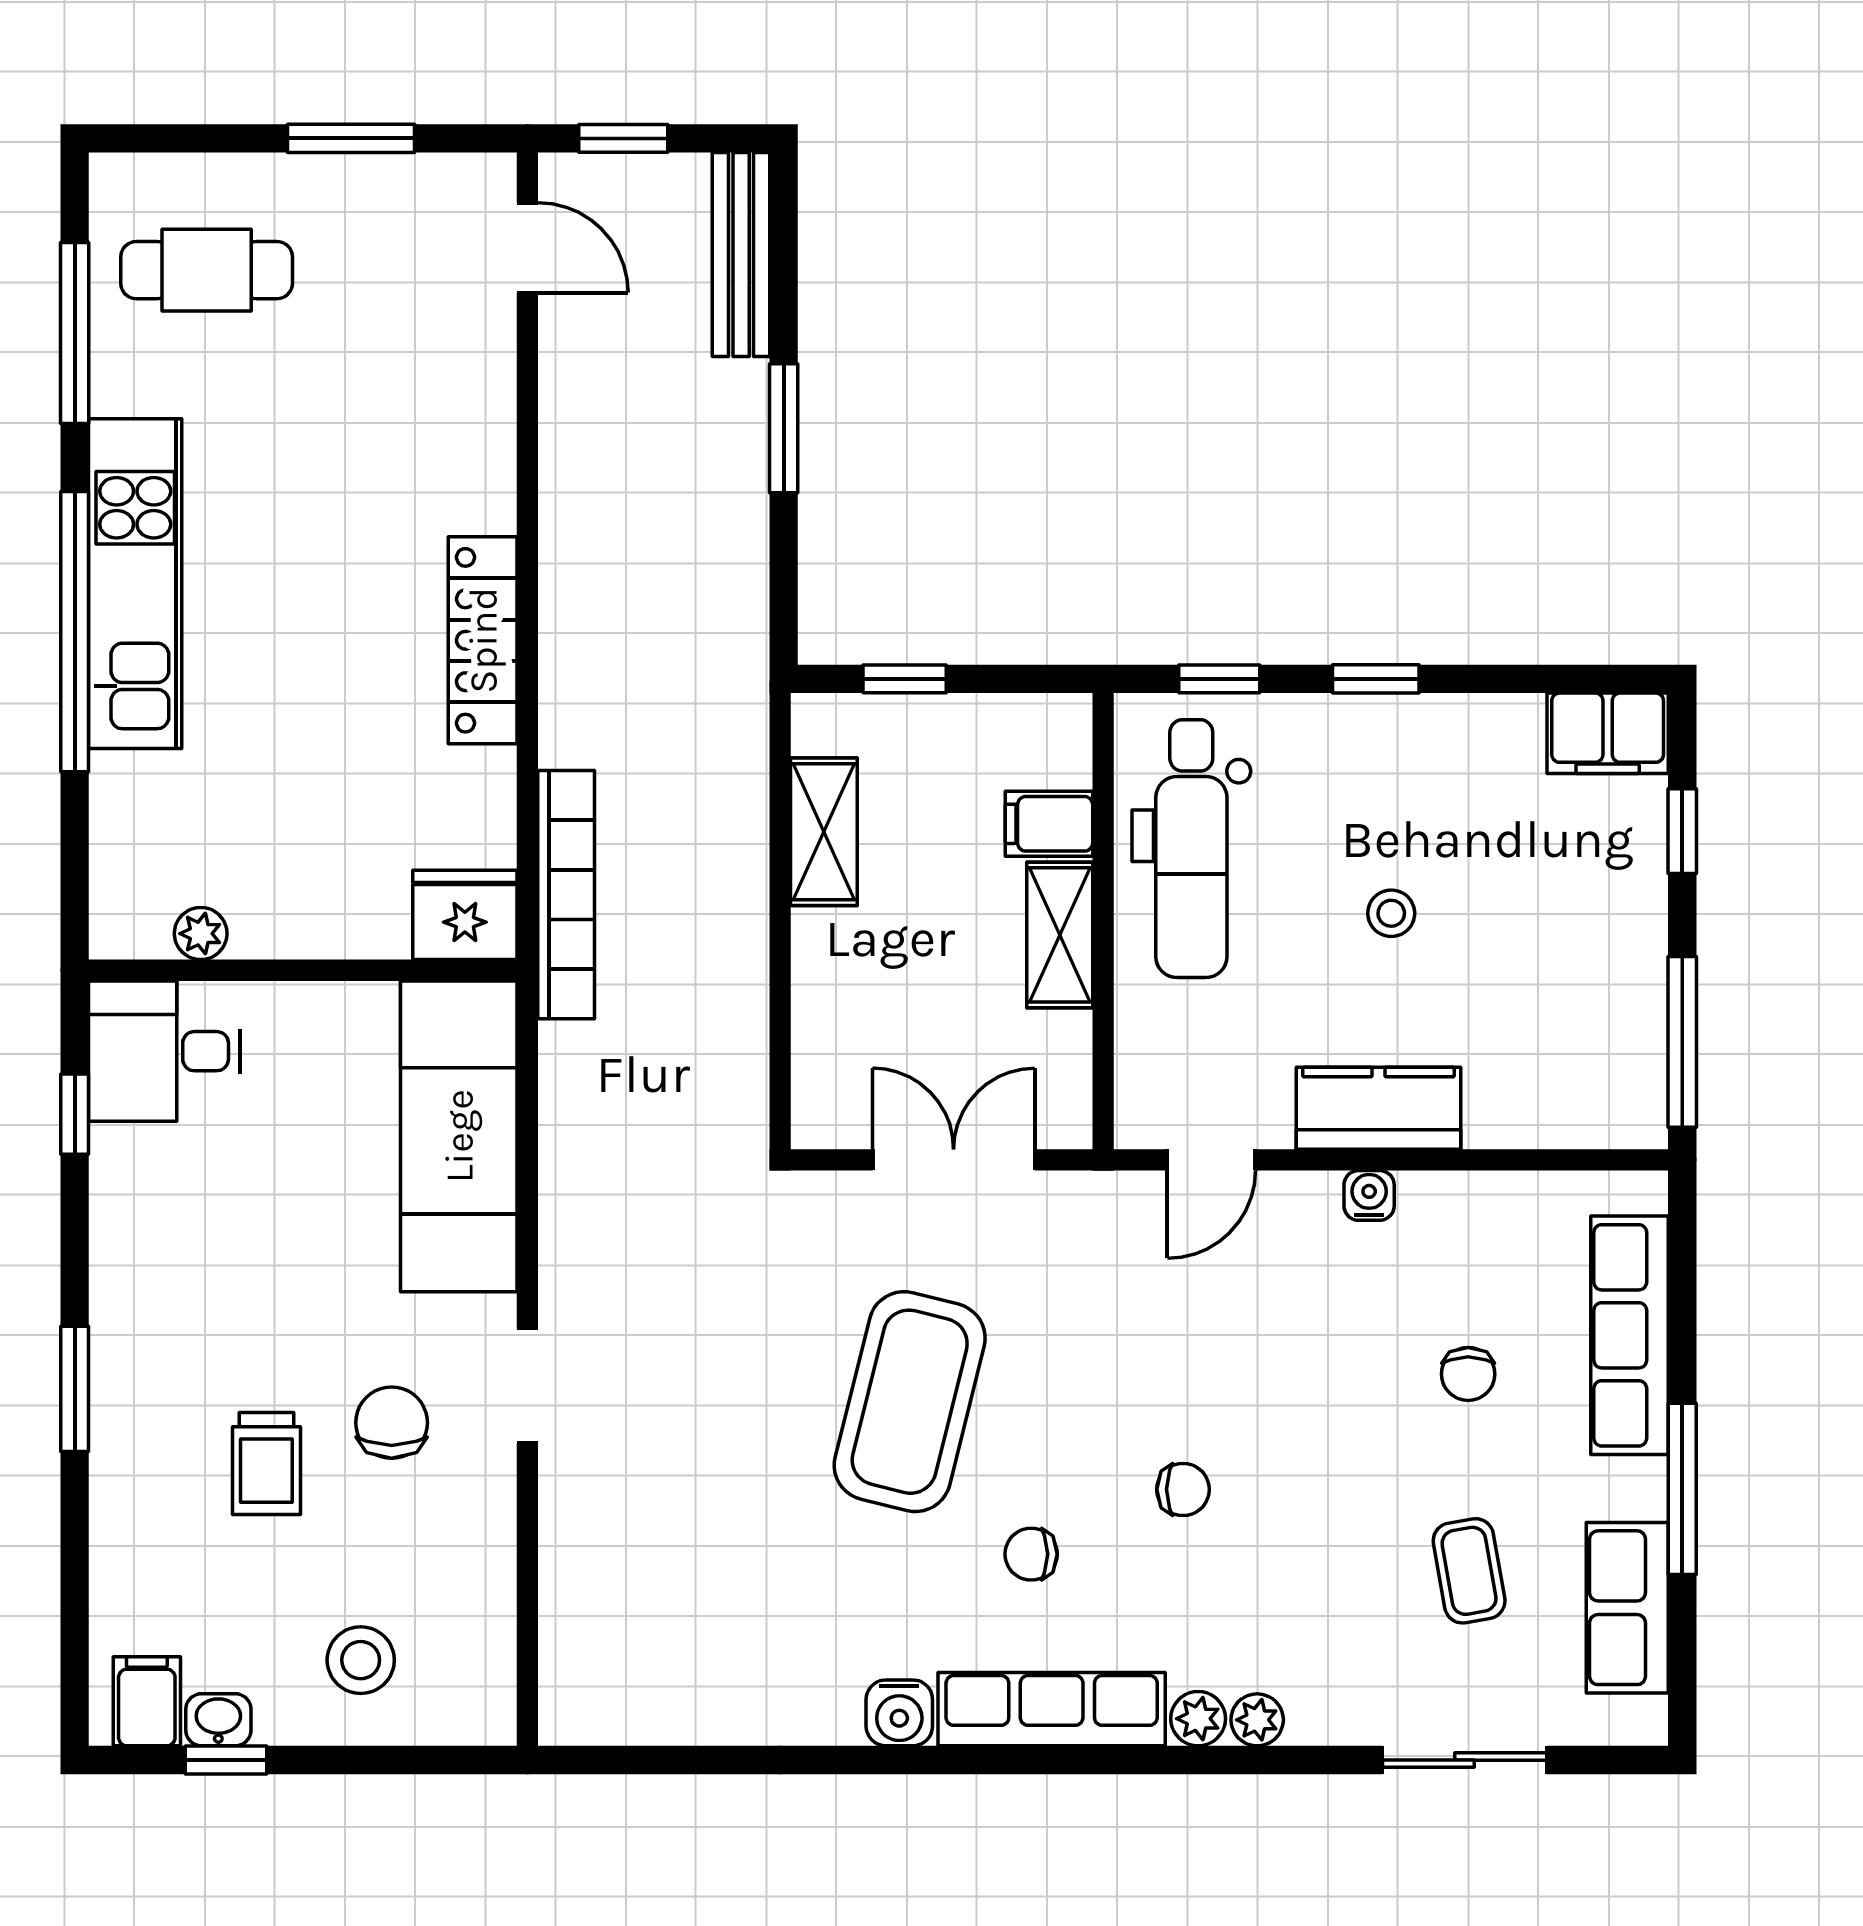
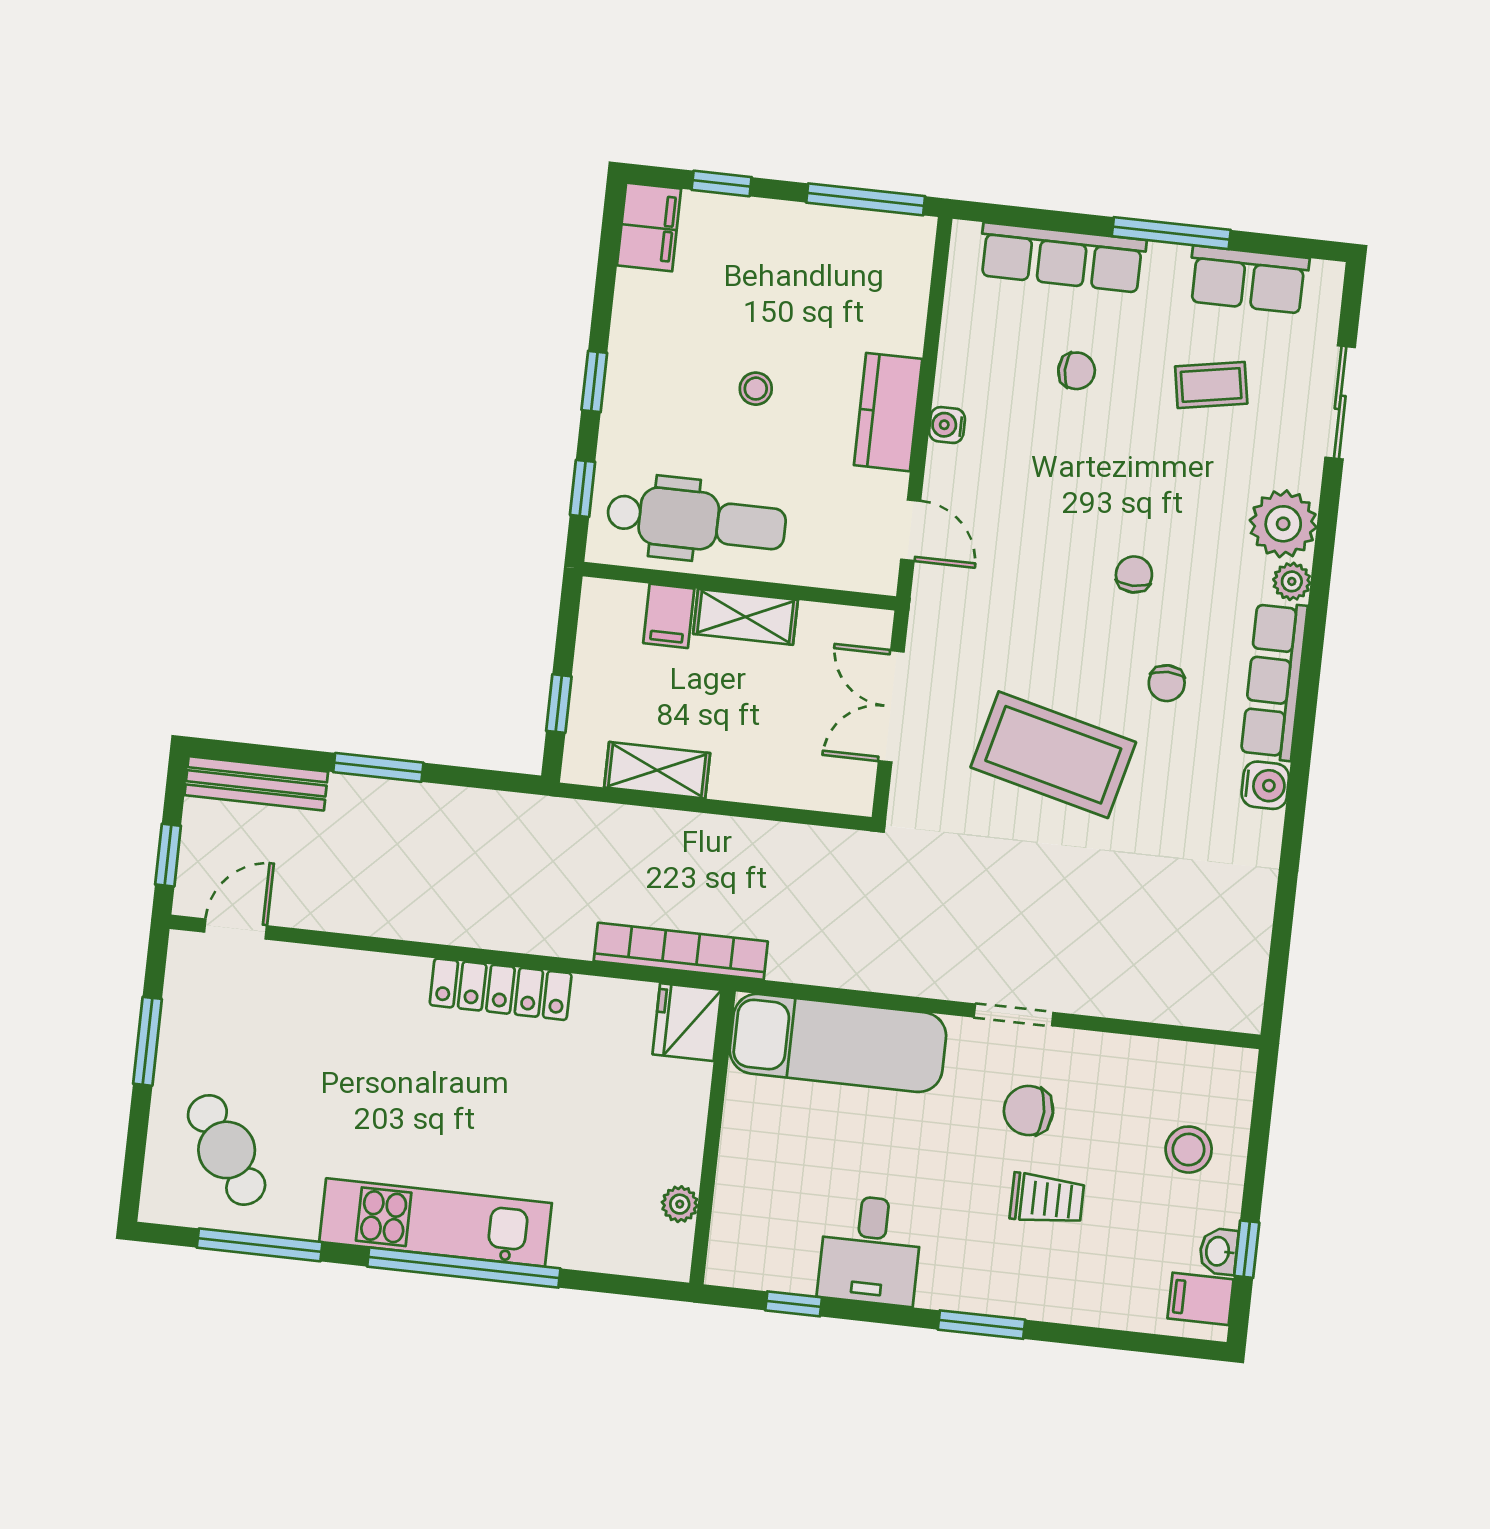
cafe table: (207, 270) -> (227, 1150), turned -34
desk: (165, 1051) -> (870, 1250), moved
plant: (1257, 1720) -> (1283, 524), width x1.87, depth x1.87

